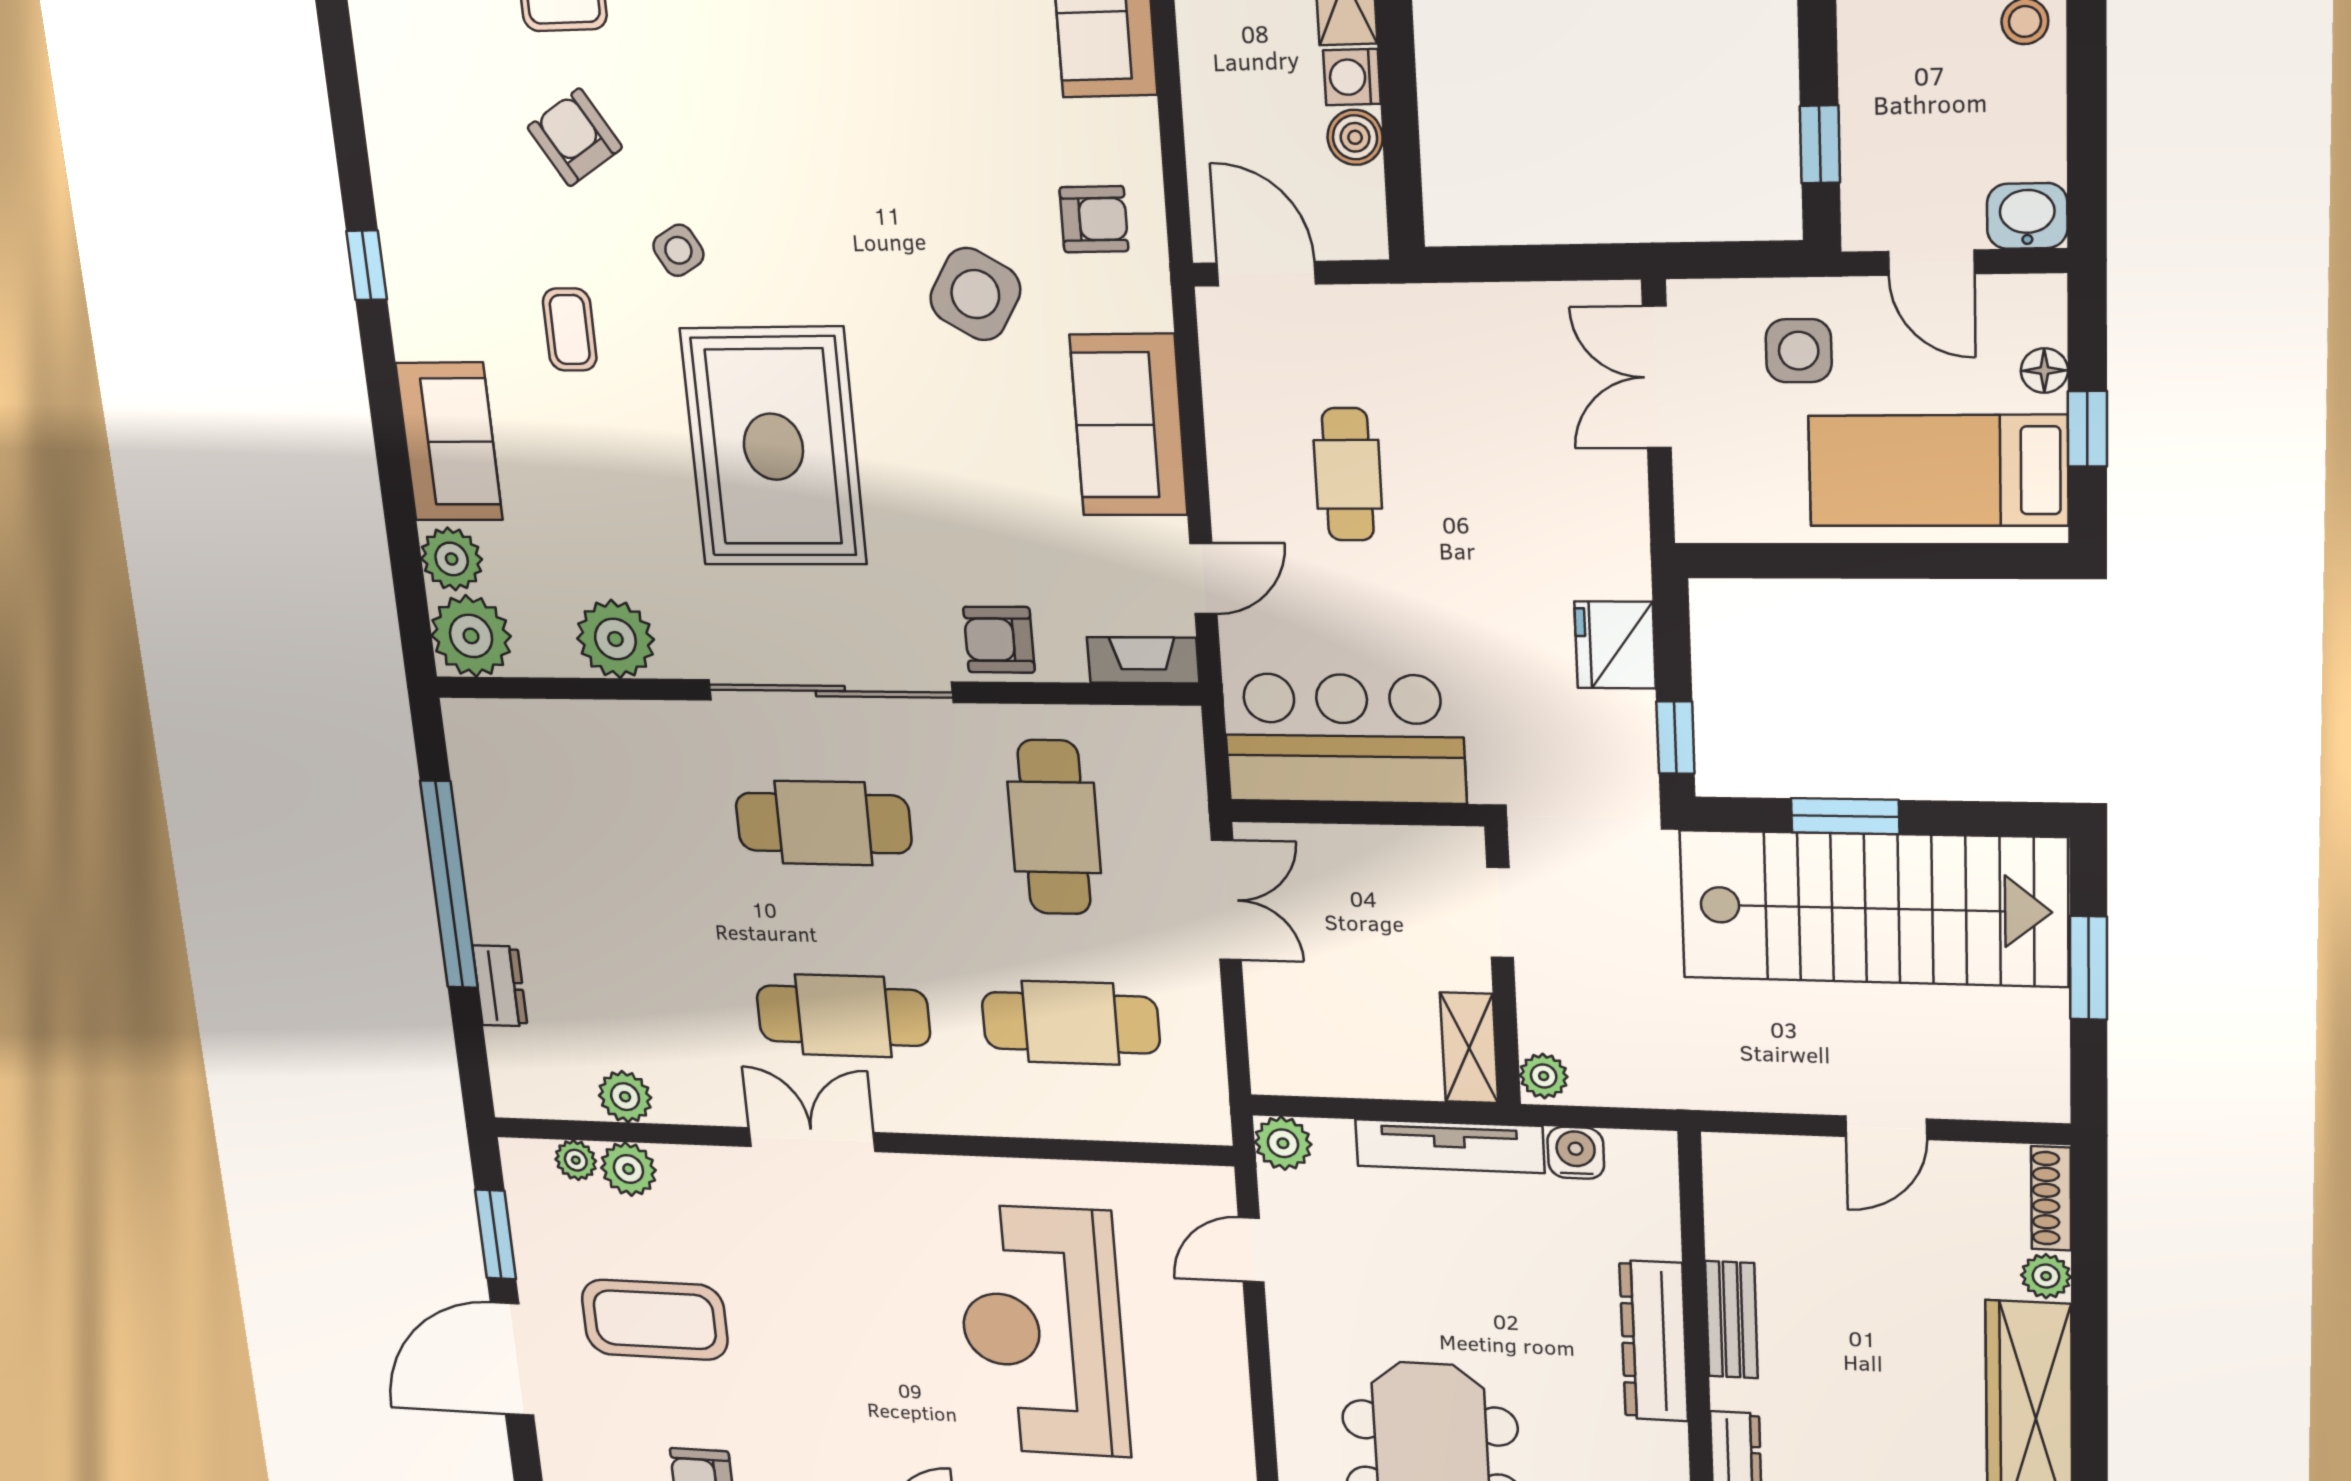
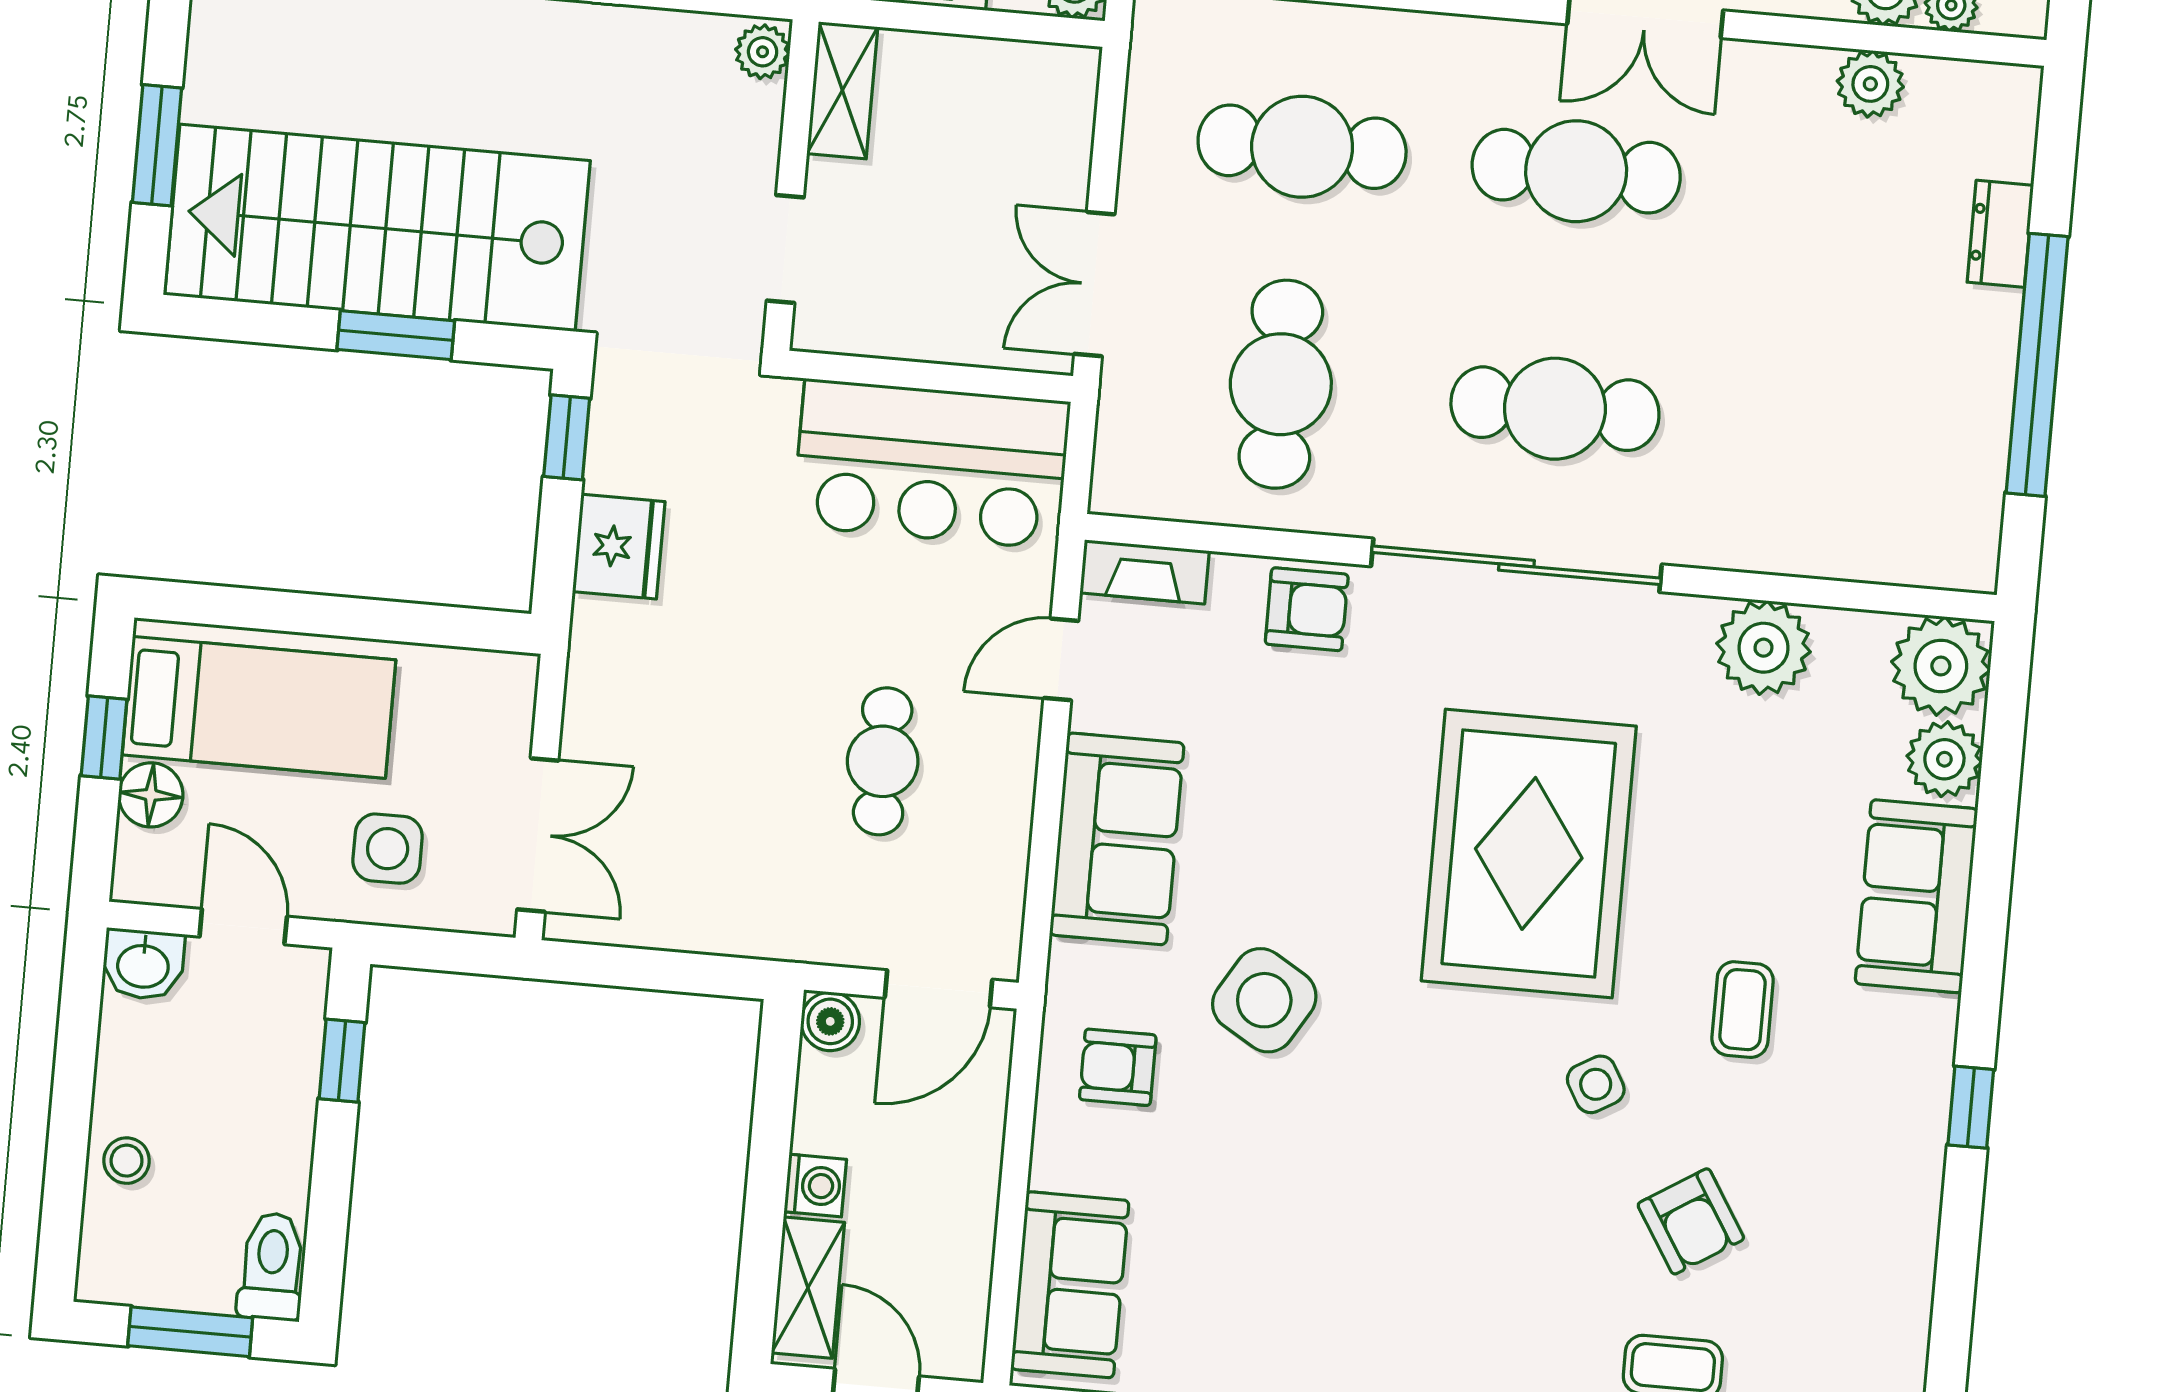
boiler: (1355, 137) -> (830, 1021), moved
door: (1266, 274) -> (939, 989), hinge flipped
floor lamp: (2044, 371) -> (151, 795), width x1.37, depth x1.37

